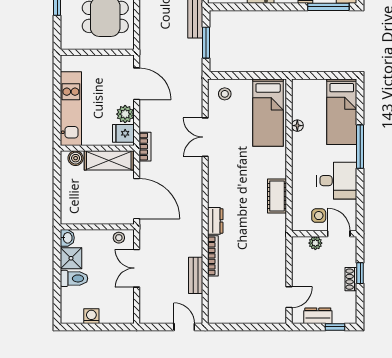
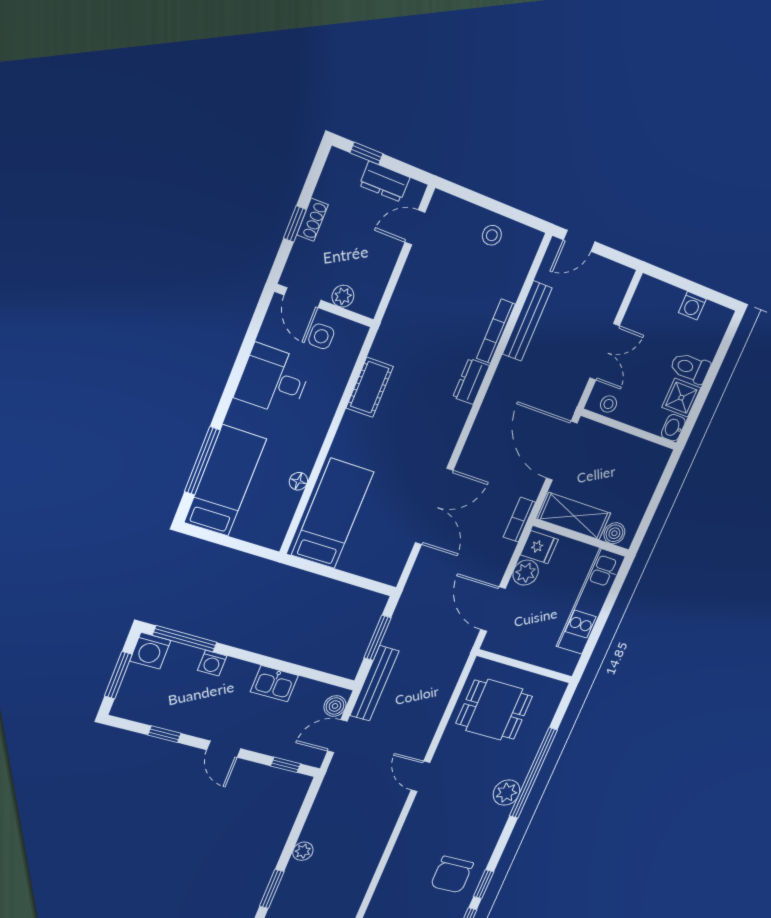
stool: (225, 94) -> (492, 235), moved
double door: (205, 137) -> (434, 507), width x1.37
window: (360, 147) -> (202, 461), moved
bench: (196, 275) -> (527, 321), width x1.36
door: (184, 327) -> (579, 241), hinge flipped

